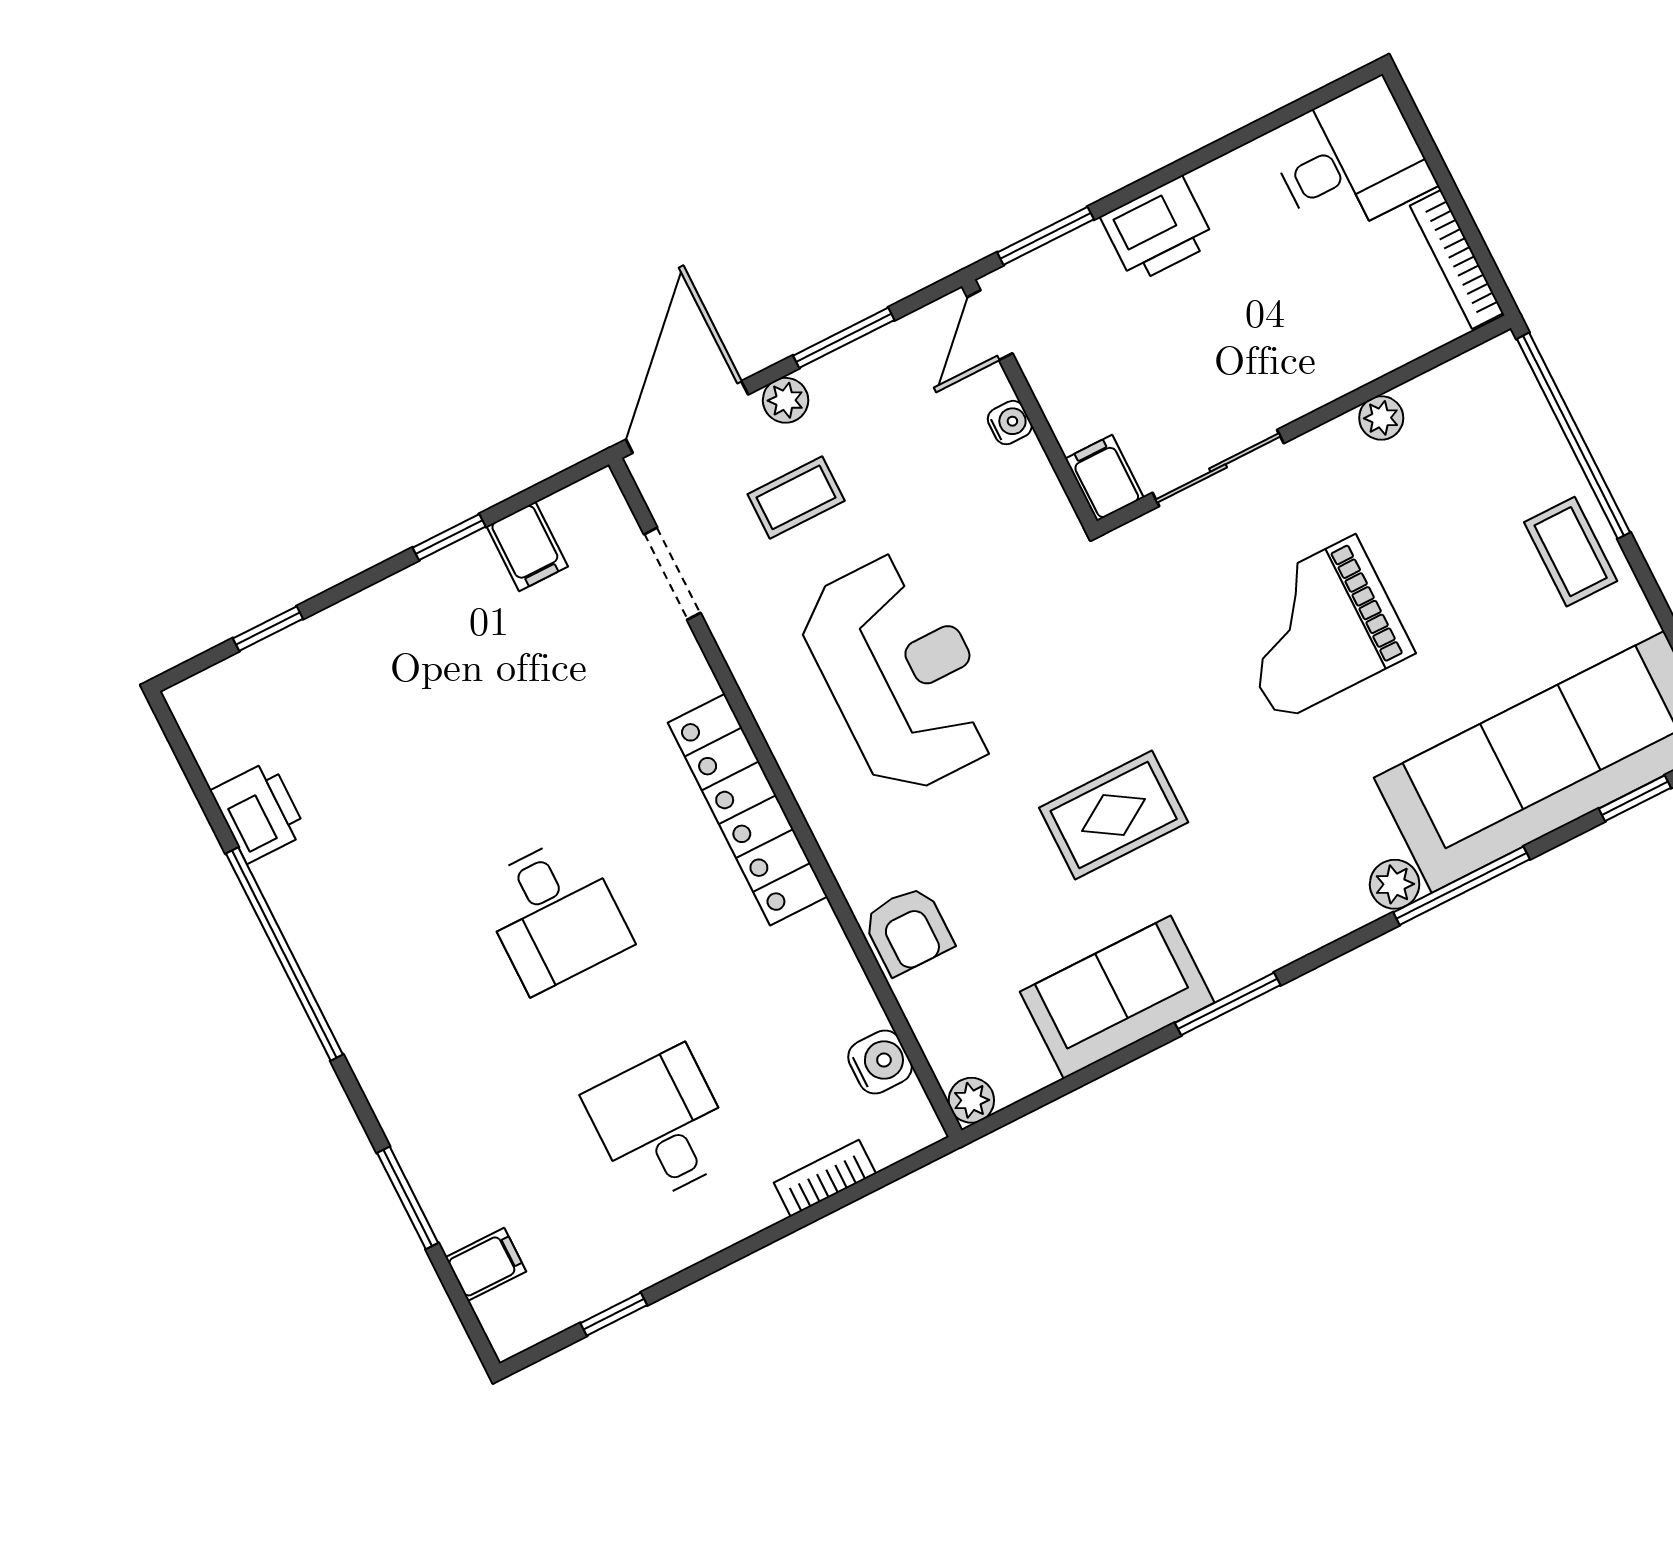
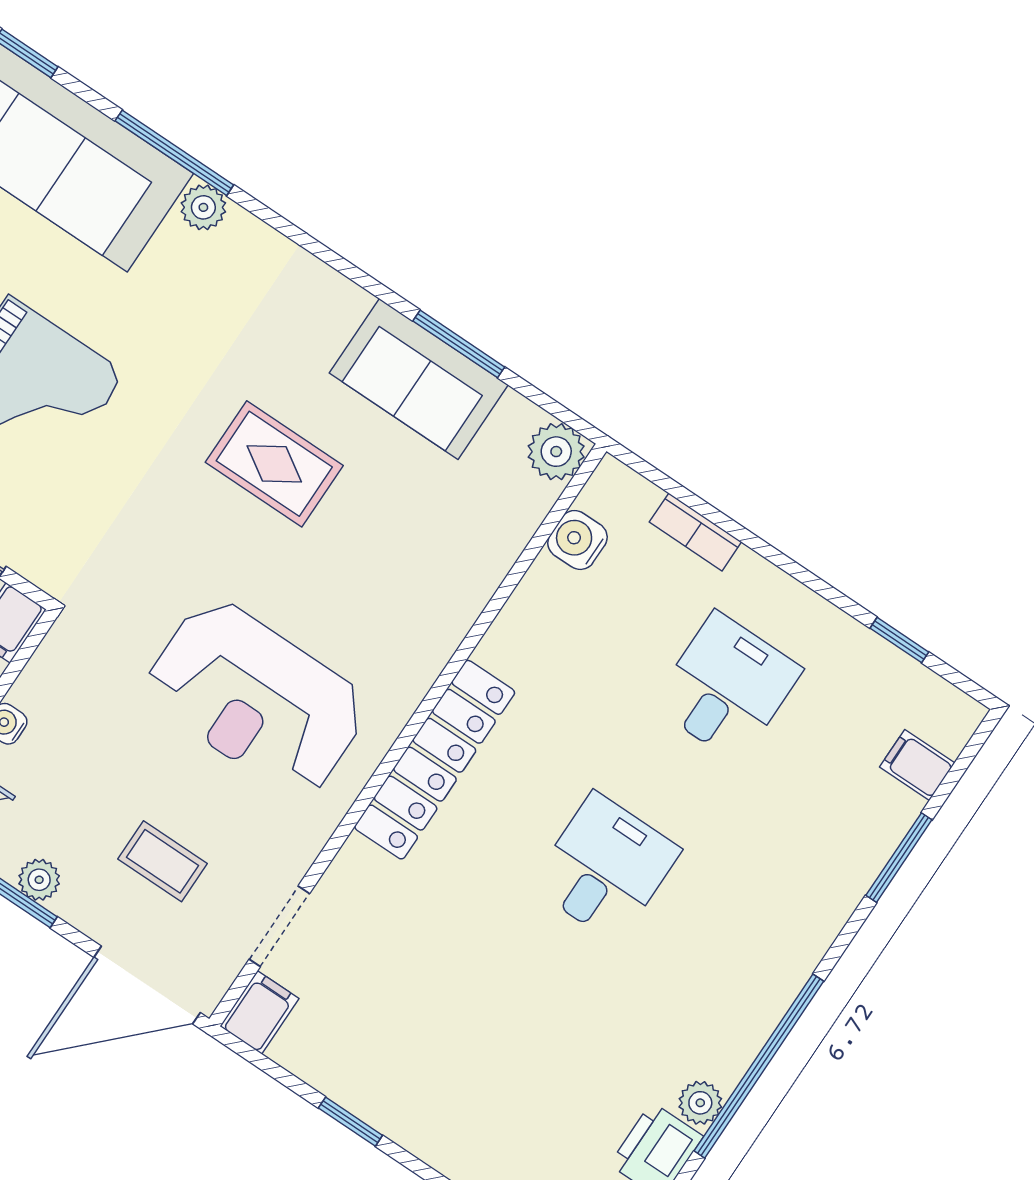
plant: (786, 400) -> (39, 880), moved
filing cabinet: (527, 546) -> (260, 1012), moved
reception desk: (901, 673) -> (256, 698), turned -90
plant: (281, 879) -> (700, 1103), added
armchair: (908, 930) -> (459, 577), removed
window: (1228, 1004) -> (459, 344), moved
plant: (971, 1100) -> (556, 452), width x1.38, depth x1.38
desk: (661, 1125) -> (727, 687), turned 180

